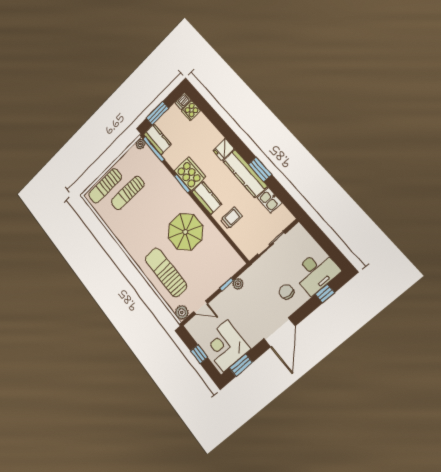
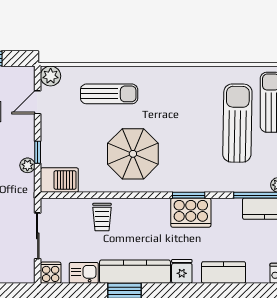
cooker: (191, 111) -> (51, 273), moved
sun lounger: (128, 193) -> (237, 123), width x1.36, depth x1.34
kitchen counter: (207, 198) -> (224, 272), moved, turned 180
barbecue: (231, 259) -> (59, 180), added
sun lounger: (166, 272) -> (109, 94), width x0.73, depth x0.75

